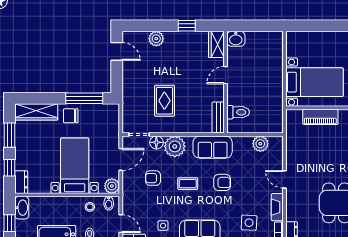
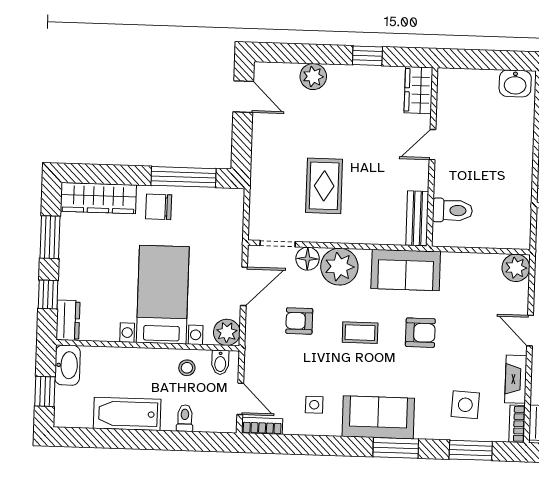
washbasin: (236, 39) -> (515, 83), moved
plant: (260, 144) -> (516, 268), moved

